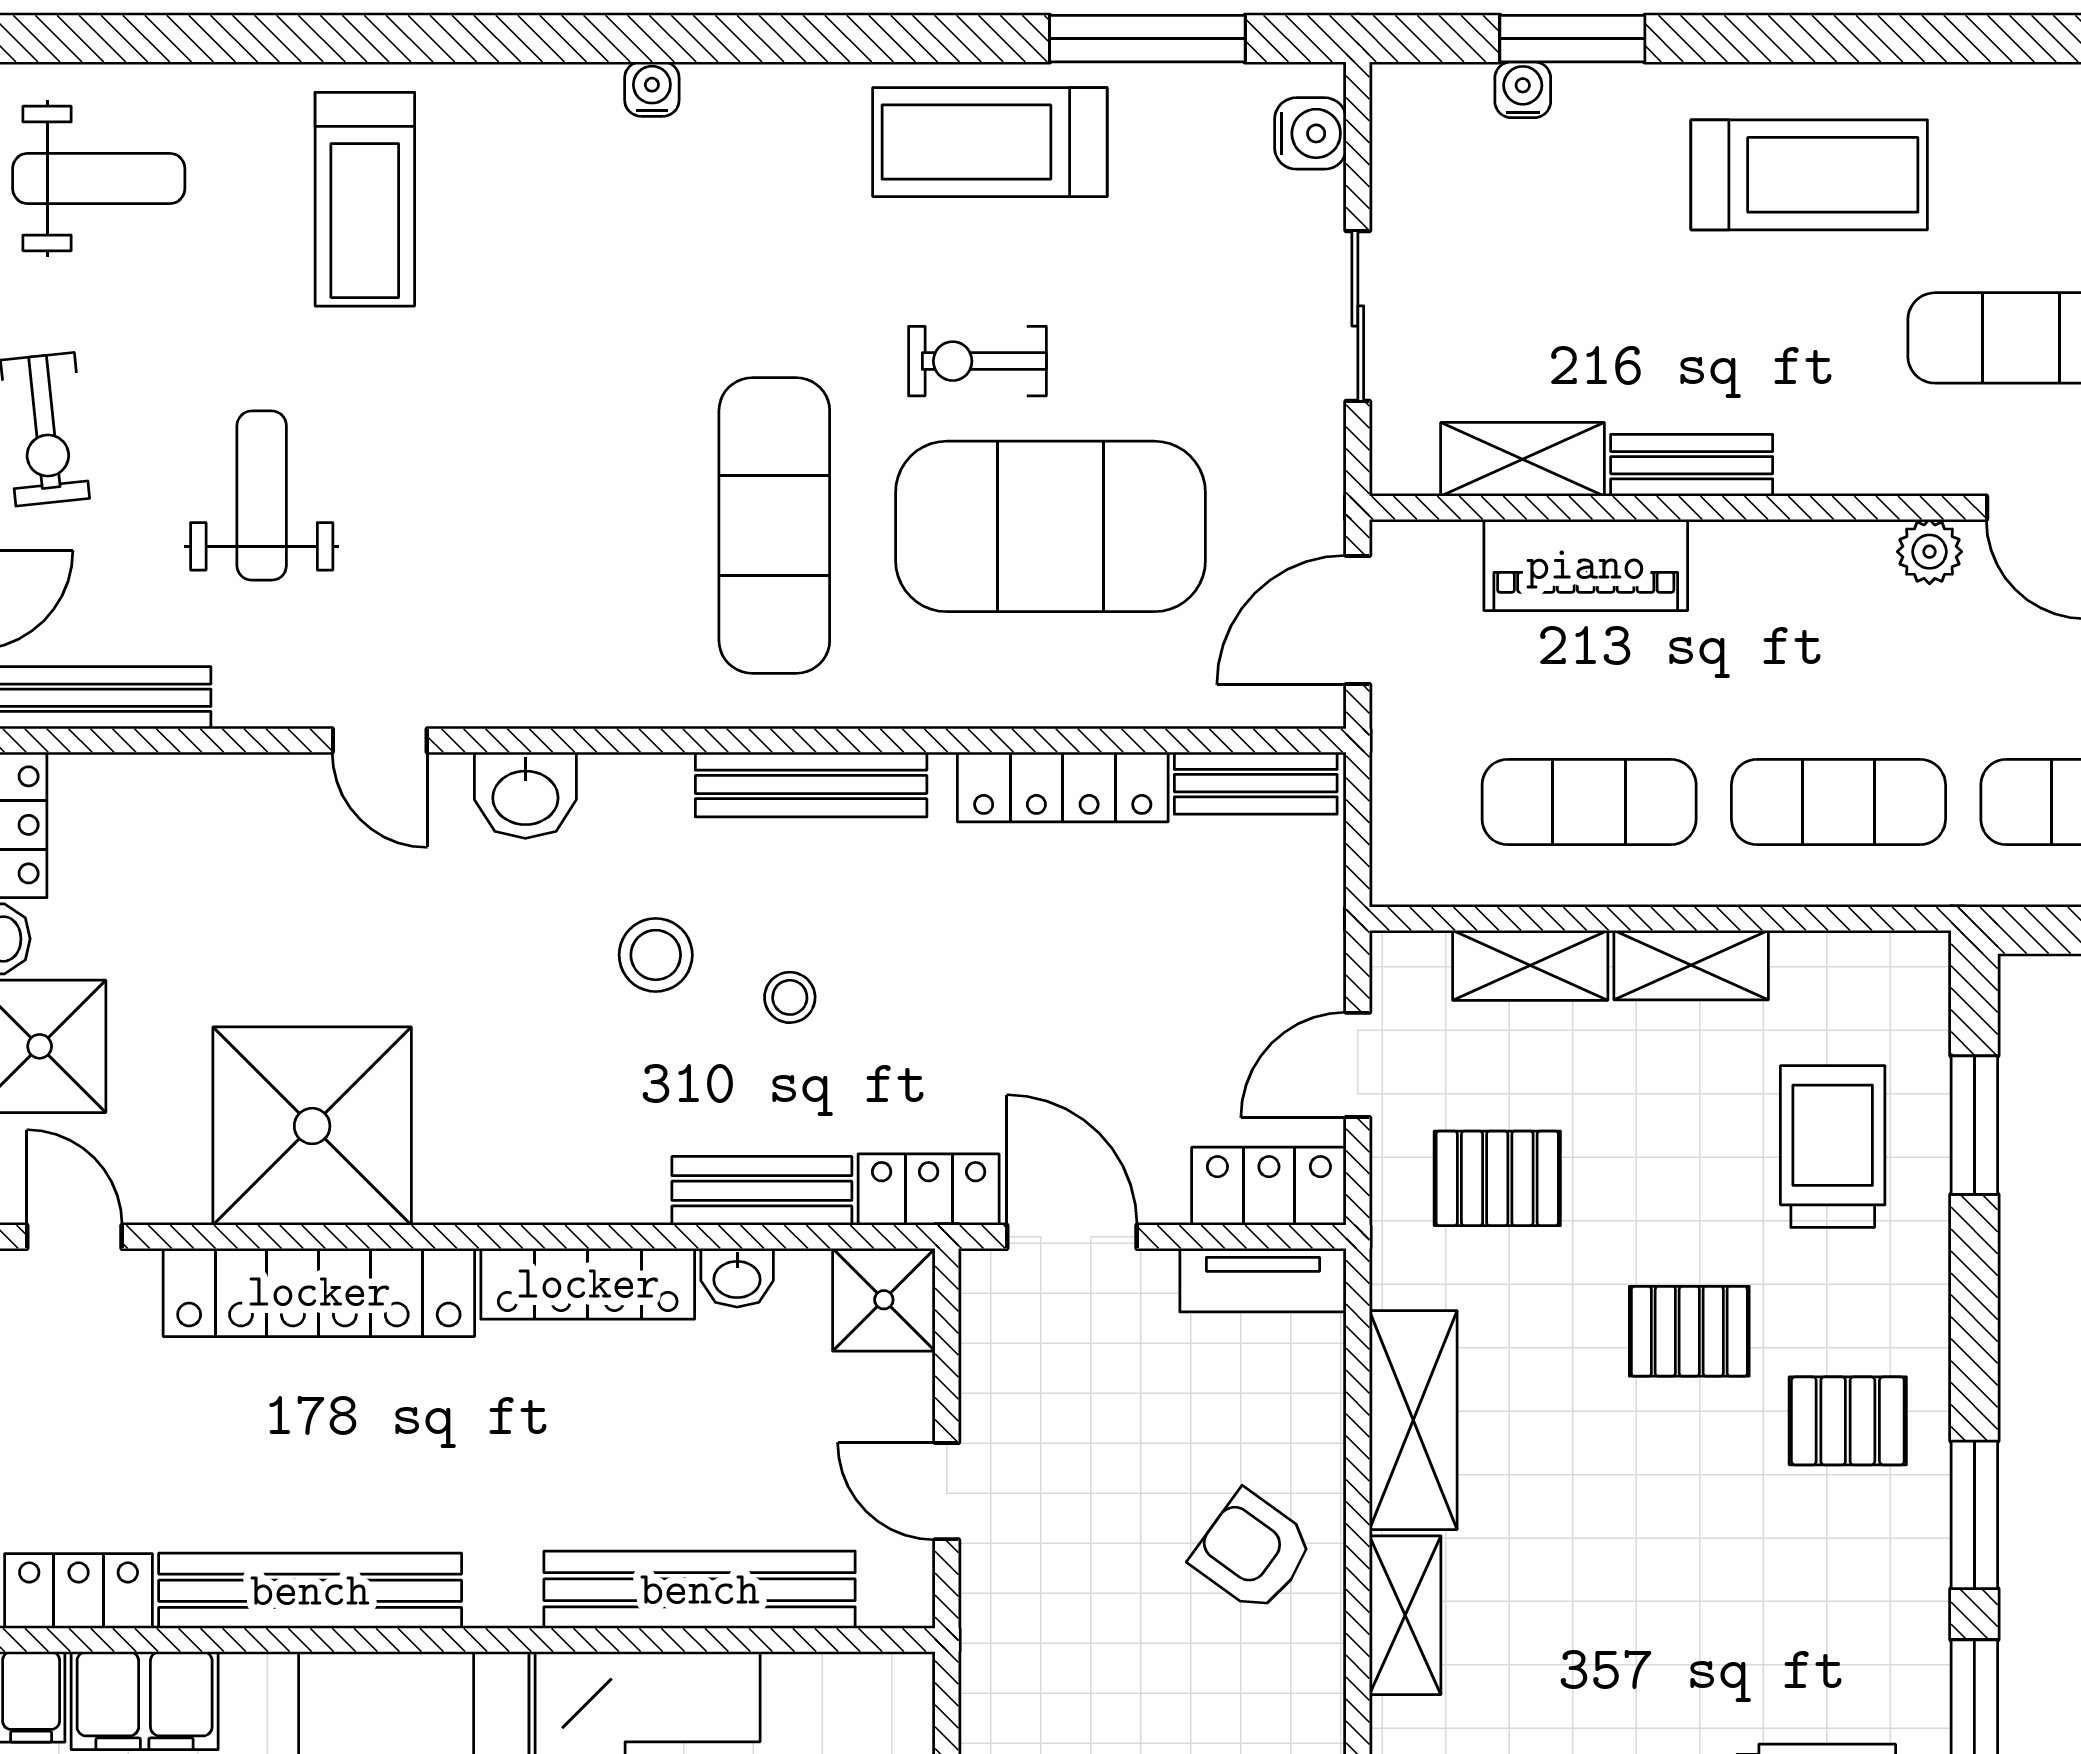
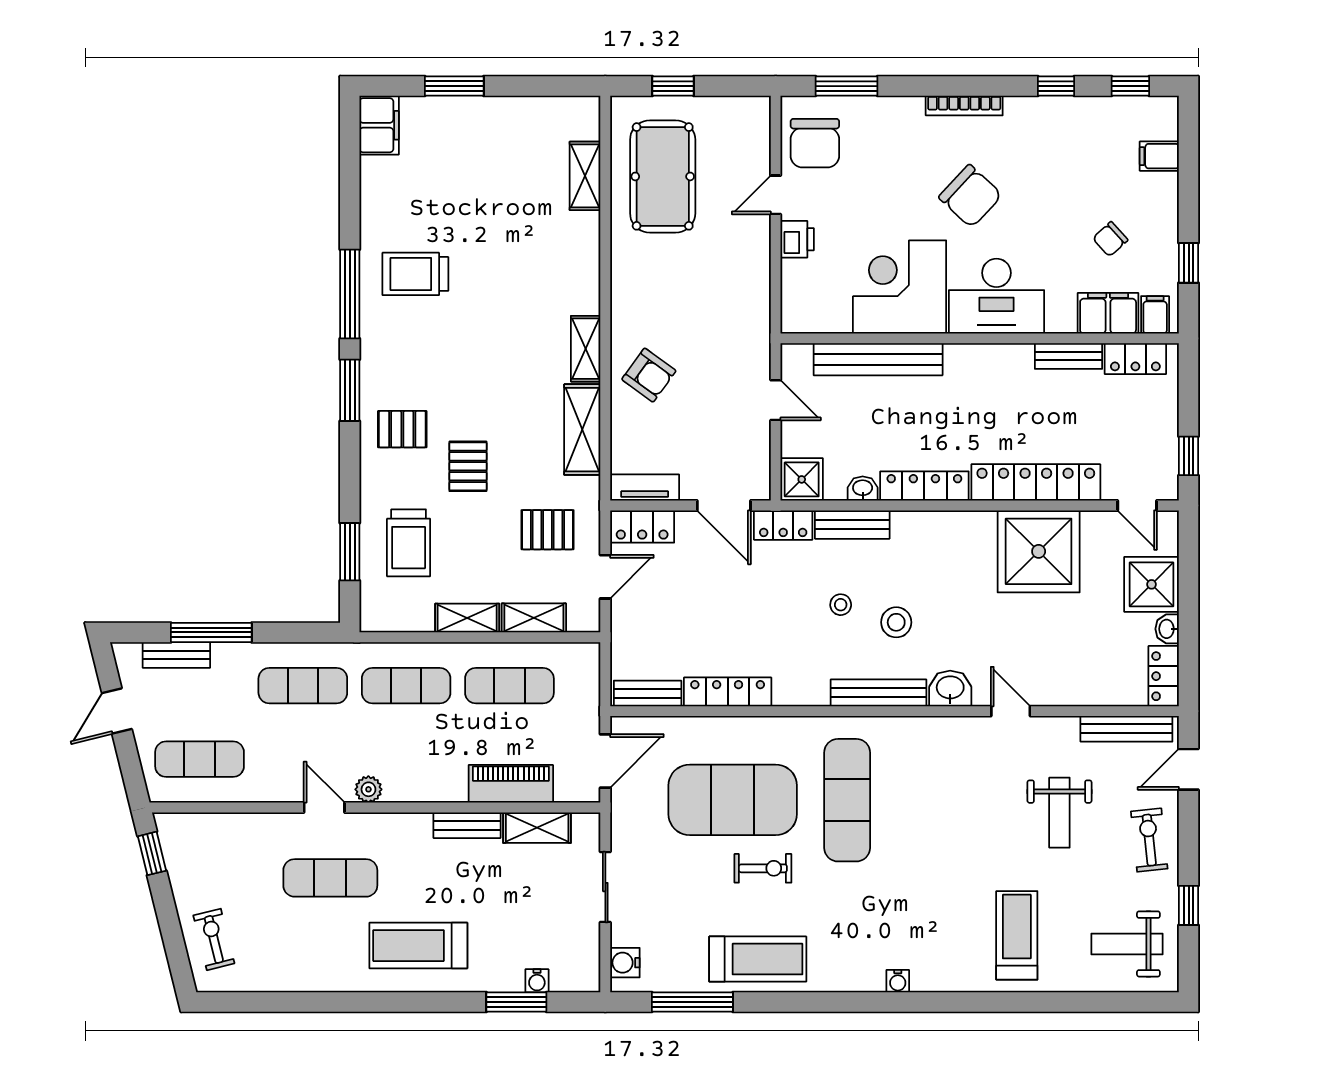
bench: (811, 784) -> (879, 693), moved
pallet: (1689, 1331) -> (468, 466), turned 90
bench: (310, 1591) -> (1068, 356), width x0.54, depth x0.82

